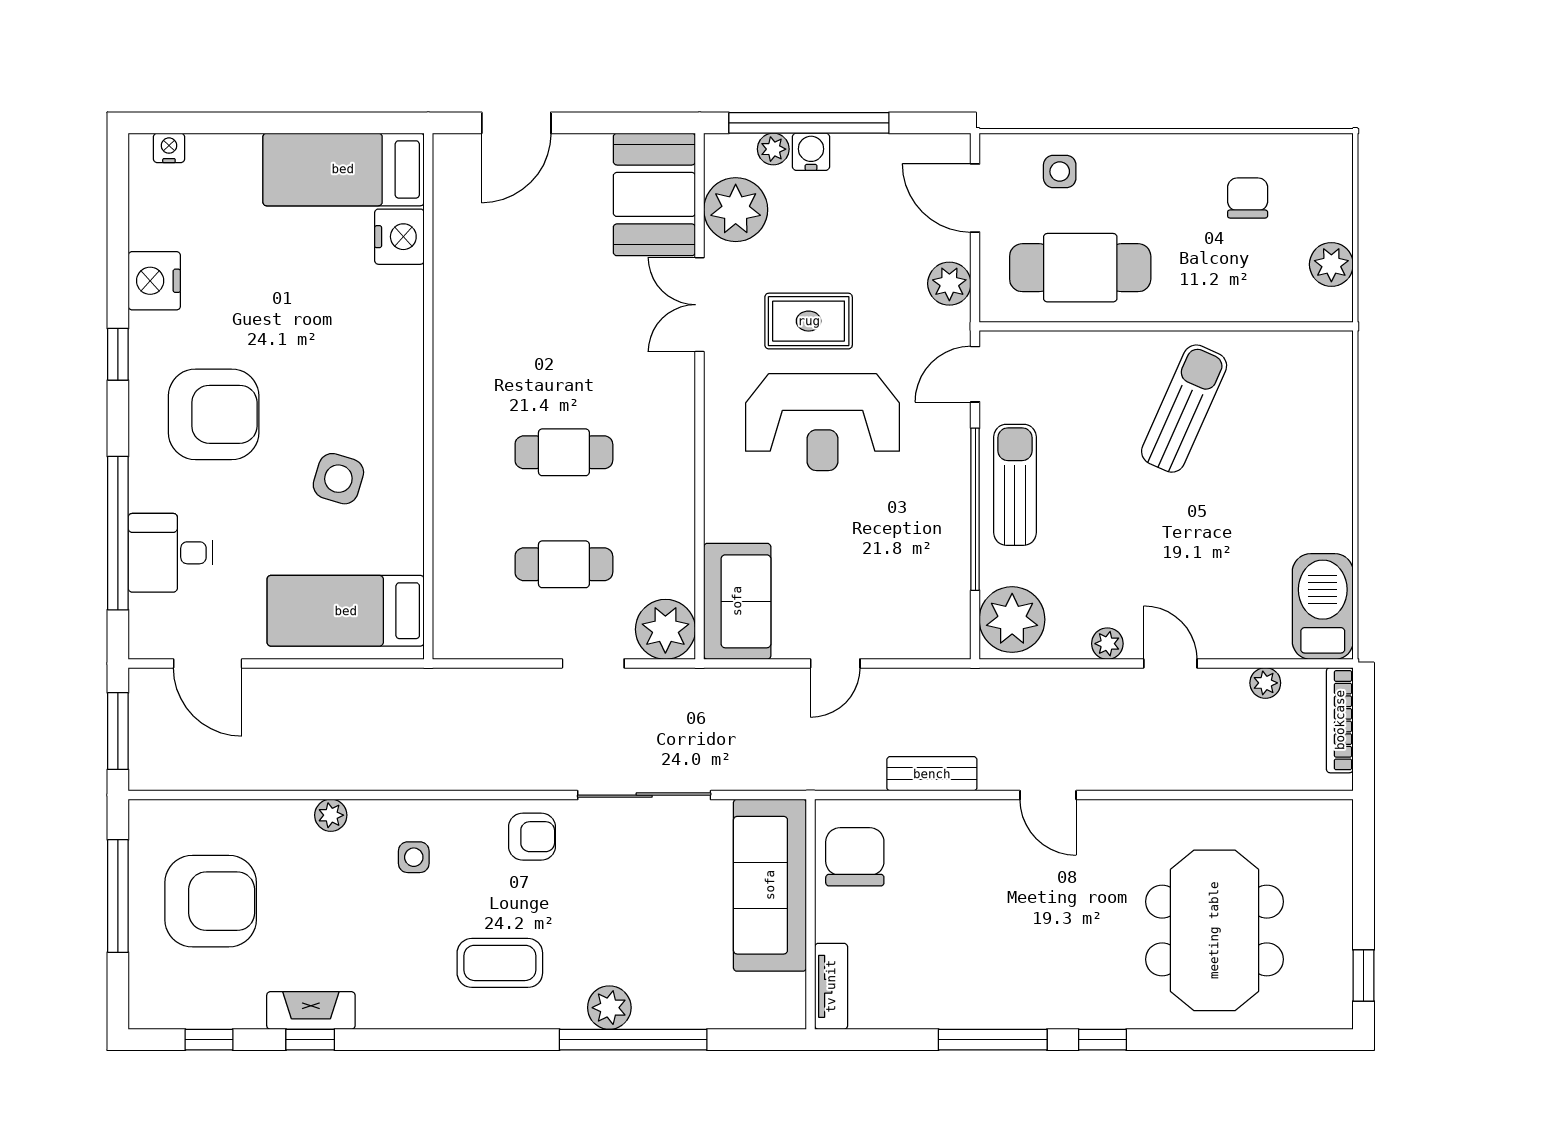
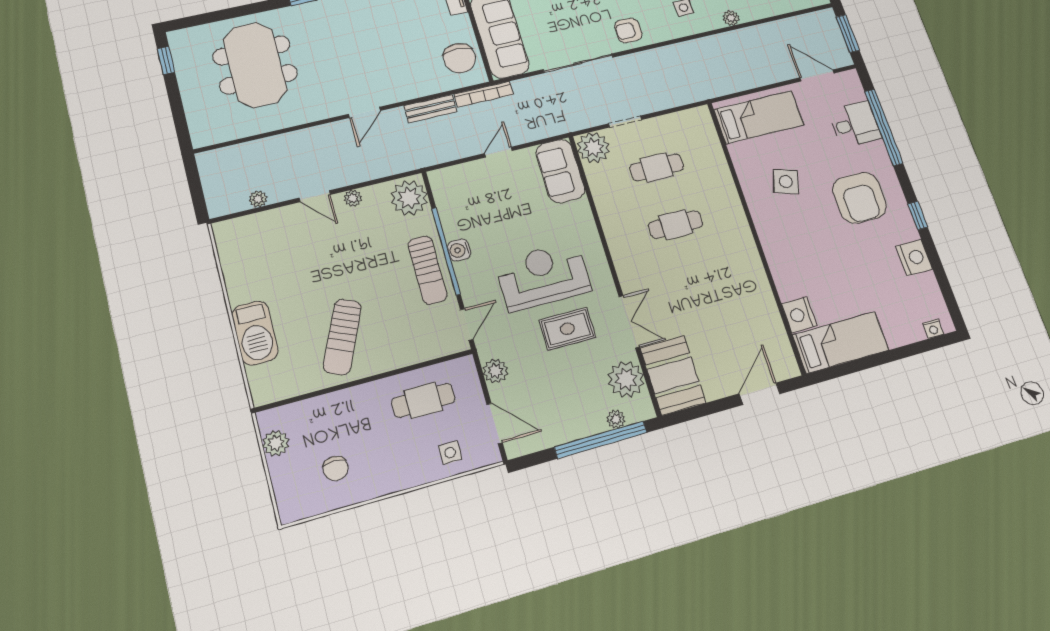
water cooler: (811, 152) -> (459, 250), moved, turned 90
cafe table: (1080, 268) -> (423, 400), width x0.73, depth x0.74
armchair: (214, 414) -> (859, 198), turned -90
barbecue: (1323, 607) -> (255, 333), moved
bookcase: (1340, 720) -> (484, 94), moved, turned 90
door: (1048, 795) -> (365, 112), swing flipped

